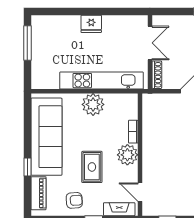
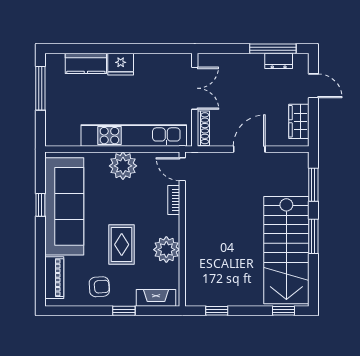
kitchen counter: (64, 23) -> (86, 63), added
plant: (127, 155) -> (166, 250), moved
window: (27, 167) -> (40, 205), moved
door: (140, 192) -> (182, 169), moved

